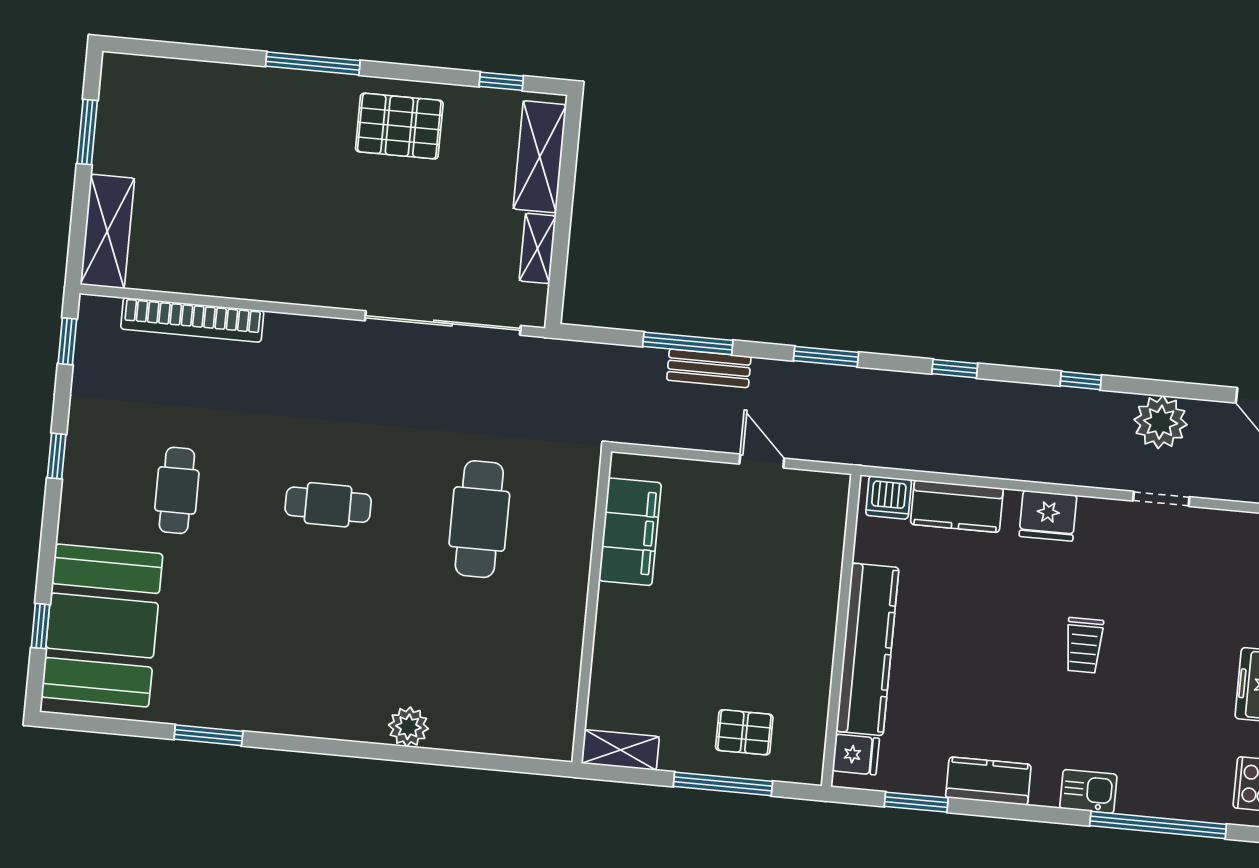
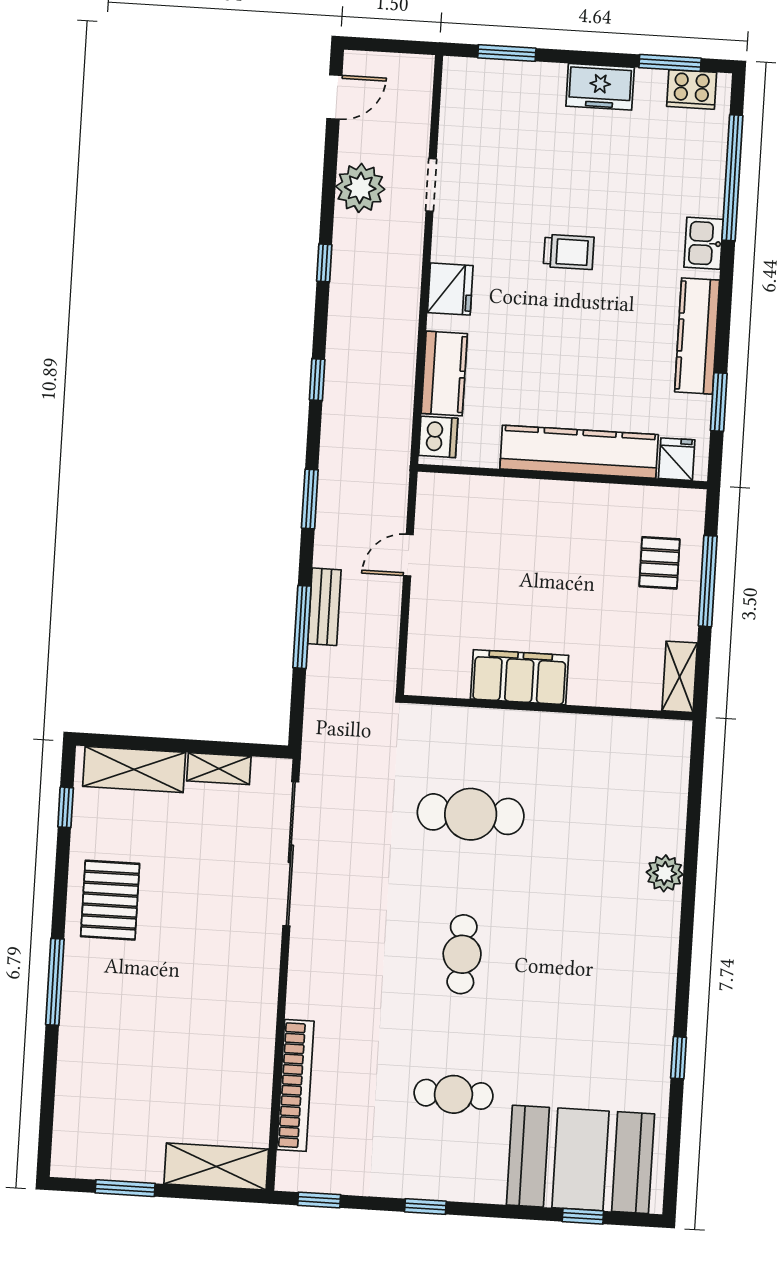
filing cabinet: (630, 532) -> (519, 677), moved
window: (208, 735) -> (679, 1058), width x0.67
kitchen counter: (988, 781) -> (697, 336), width x1.50

